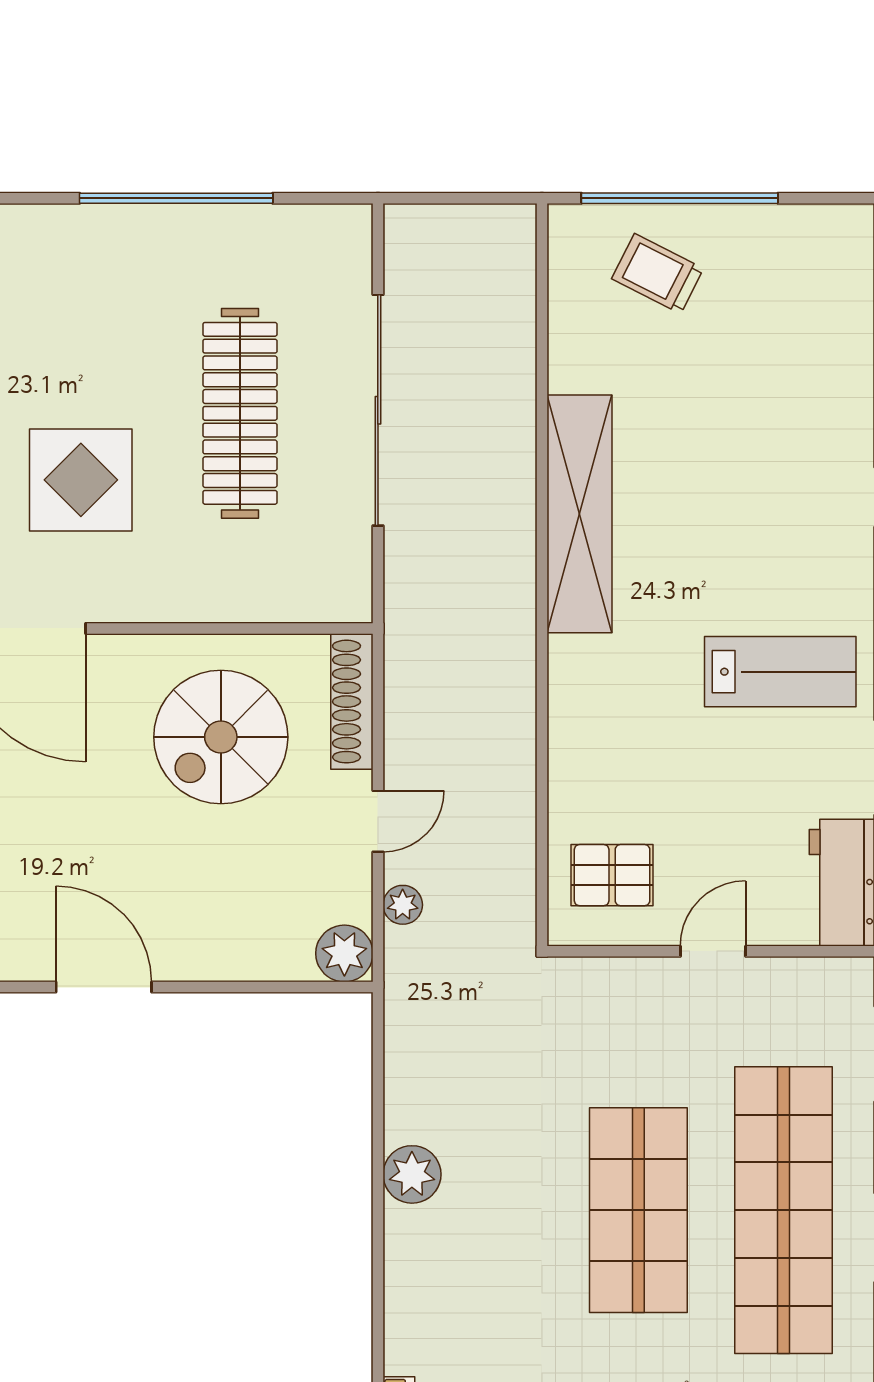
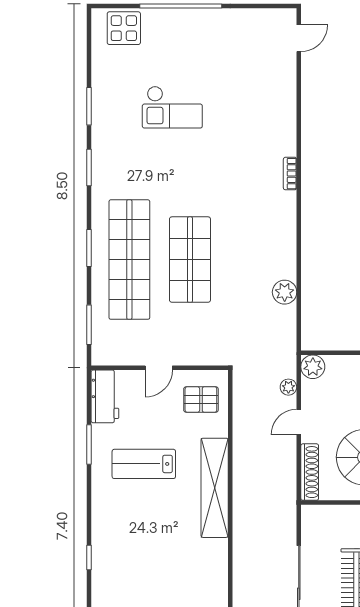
shelving: (579, 514) -> (215, 488), moved
lab bench: (780, 672) -> (144, 464), moved
plant: (412, 1174) -> (285, 292), moved

